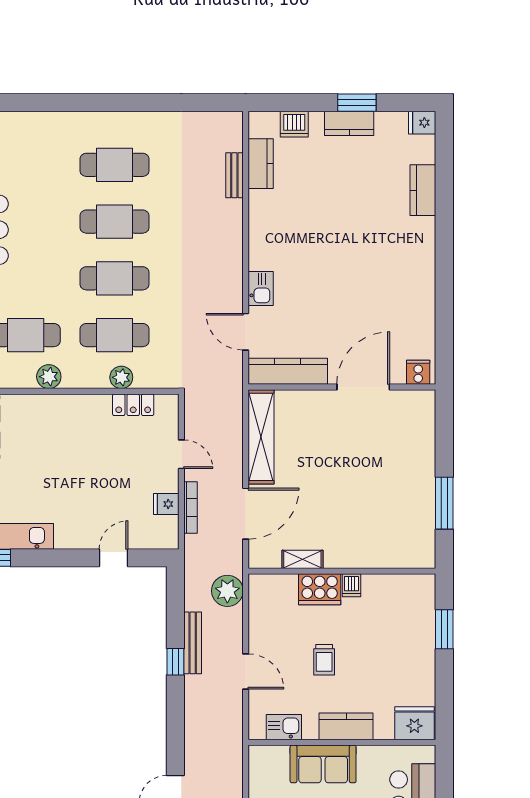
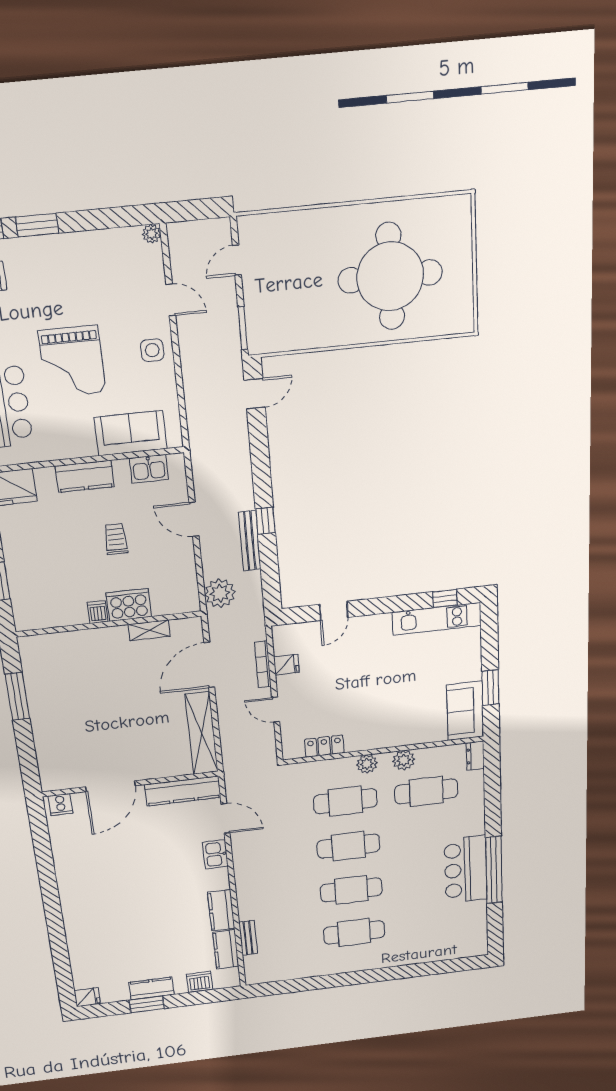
kitchen counter: (423, 190) -> (221, 910), moved, turned 180
plant: (121, 377) -> (367, 764), moved
sofa: (323, 764) -> (131, 433), moved

